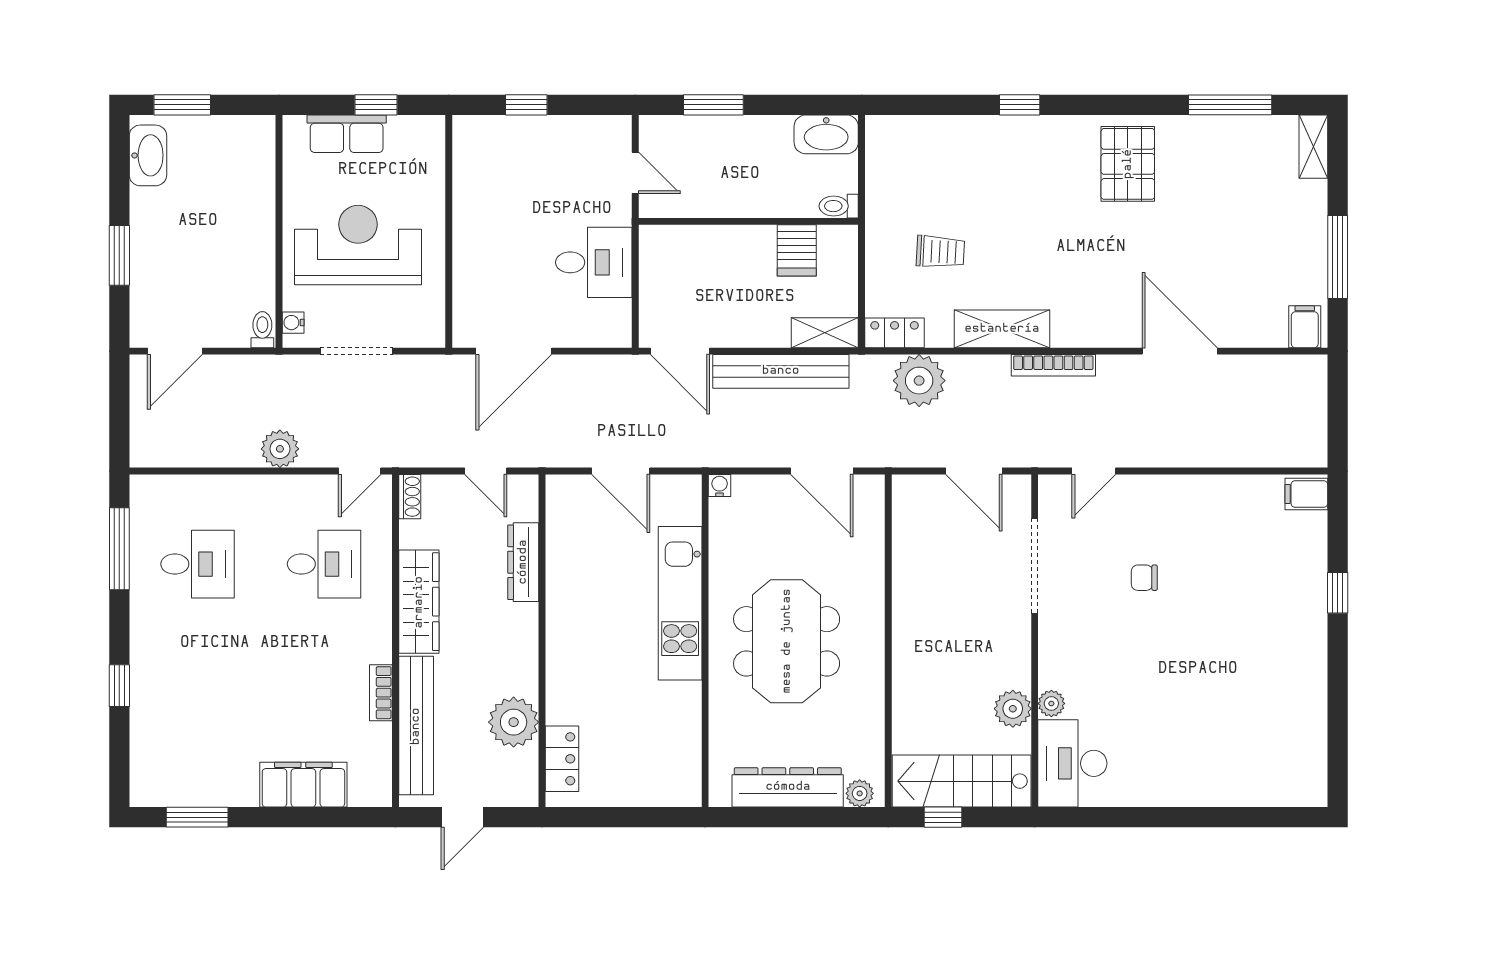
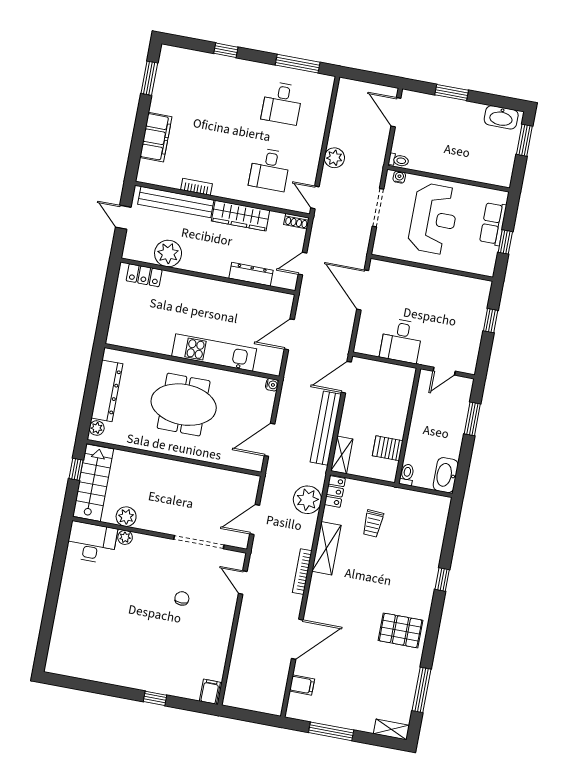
filing cabinet: (1305, 327) -> (302, 685), moved

